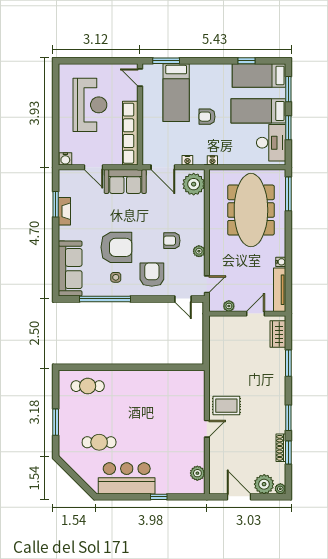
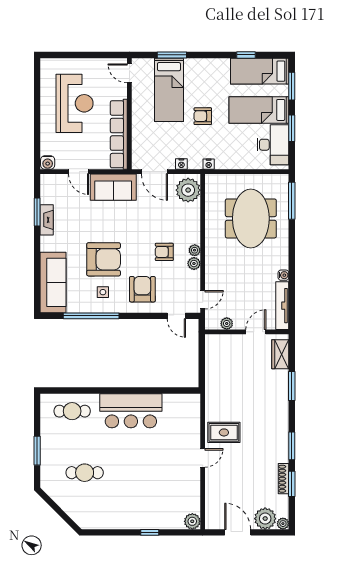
window: (166, 61) -> (172, 55), moved
meeting table: (251, 210) -> (251, 218), width x0.73
plant: (199, 239) -> (195, 250), added
plant: (197, 473) -> (192, 521), moved
bar counter: (127, 478) -> (131, 411), moved, turned 180

